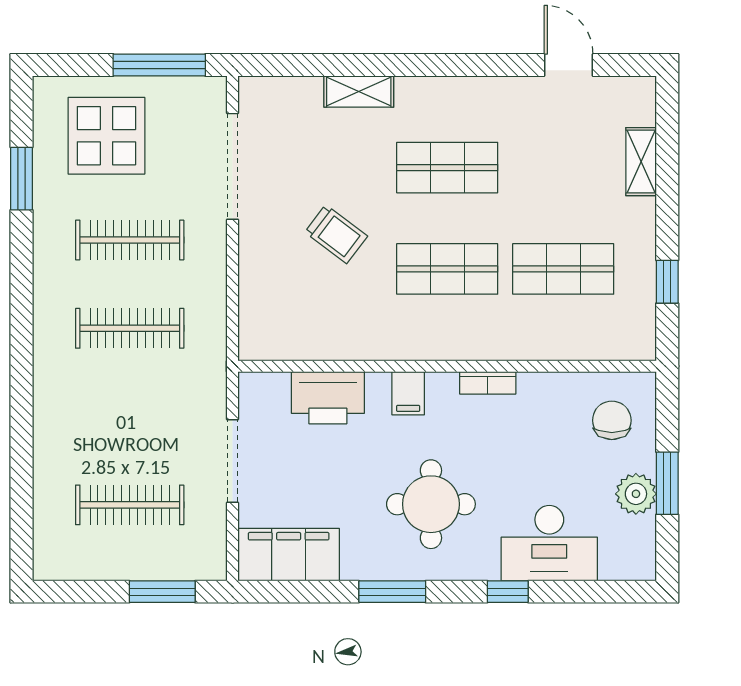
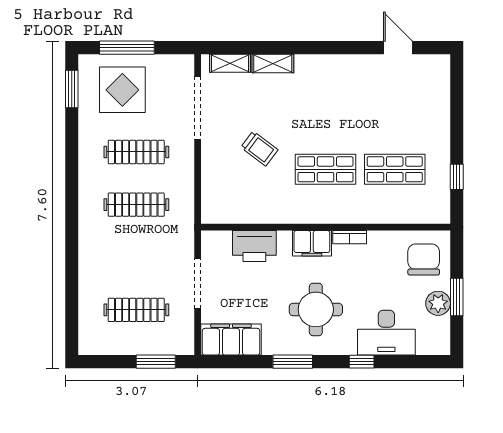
window: (159, 65) -> (127, 48), moved
shelving: (641, 162) -> (230, 63), moved, turned 90
shop shelf: (447, 168) -> (326, 109), removed
window: (21, 179) -> (72, 89), moved
filing cabinet: (408, 393) -> (312, 243), width x2.00
chair: (612, 420) -> (424, 259), width x1.37, depth x1.37

